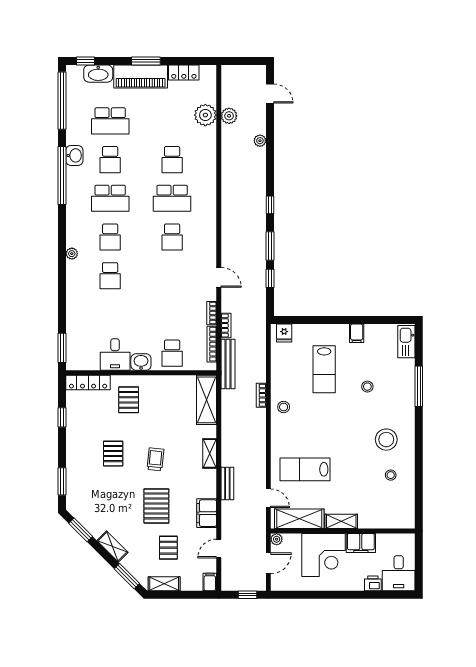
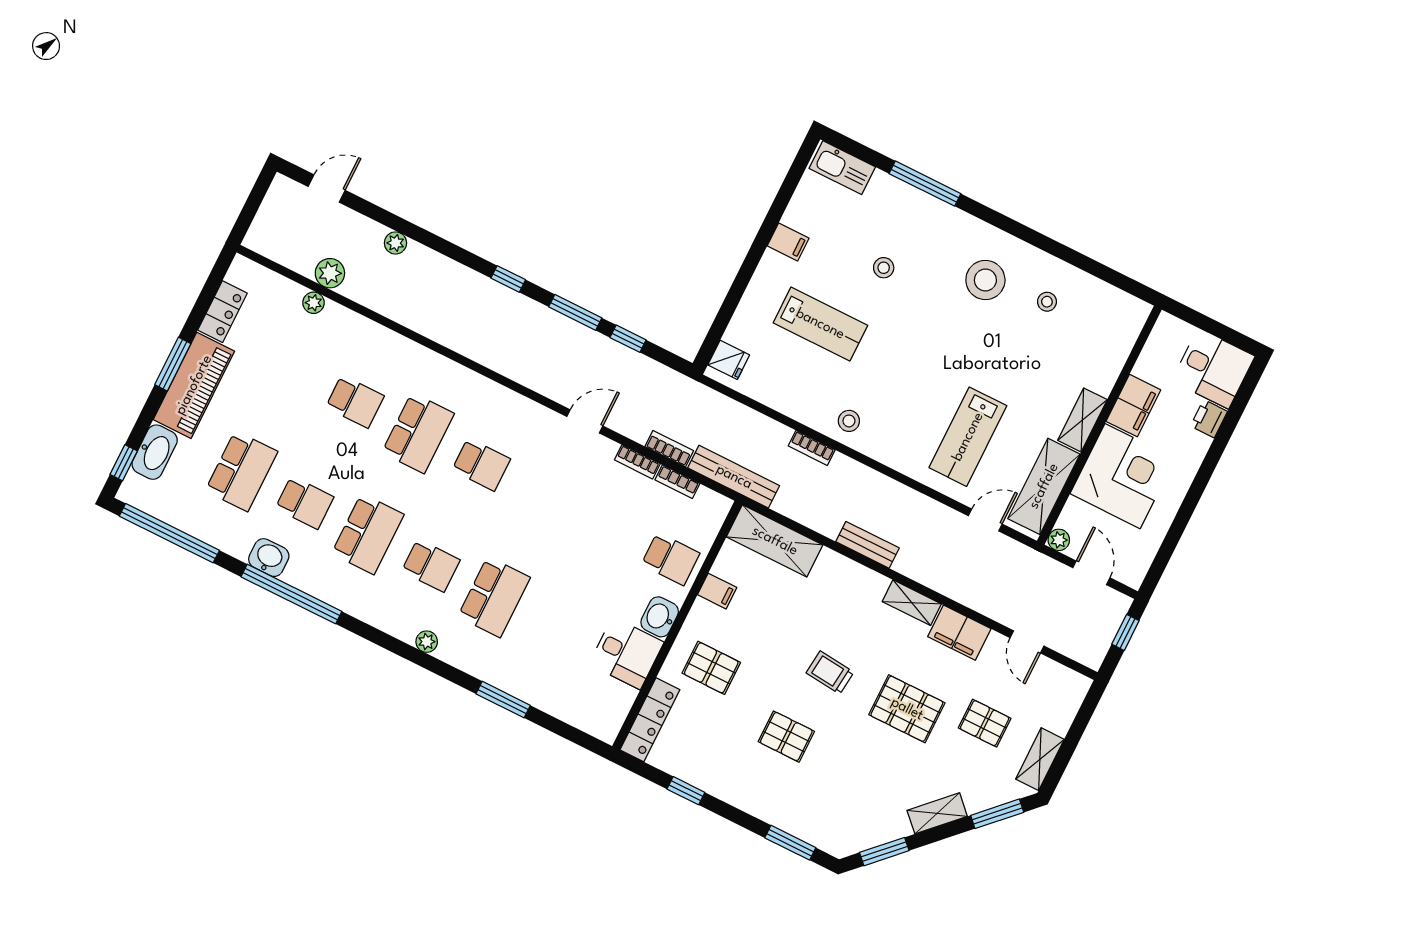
plant: (205, 115) -> (314, 303), width x0.53, depth x0.53
school desk: (110, 276) -> (494, 597), width x1.85
bookcase: (212, 344) -> (677, 482), width x0.64
window: (62, 348) -> (503, 700), moved
shelving: (210, 453) -> (912, 603), moved
bench: (227, 483) -> (868, 545), moved
filing cabinet: (210, 582) -> (717, 591), moved, turned 180

